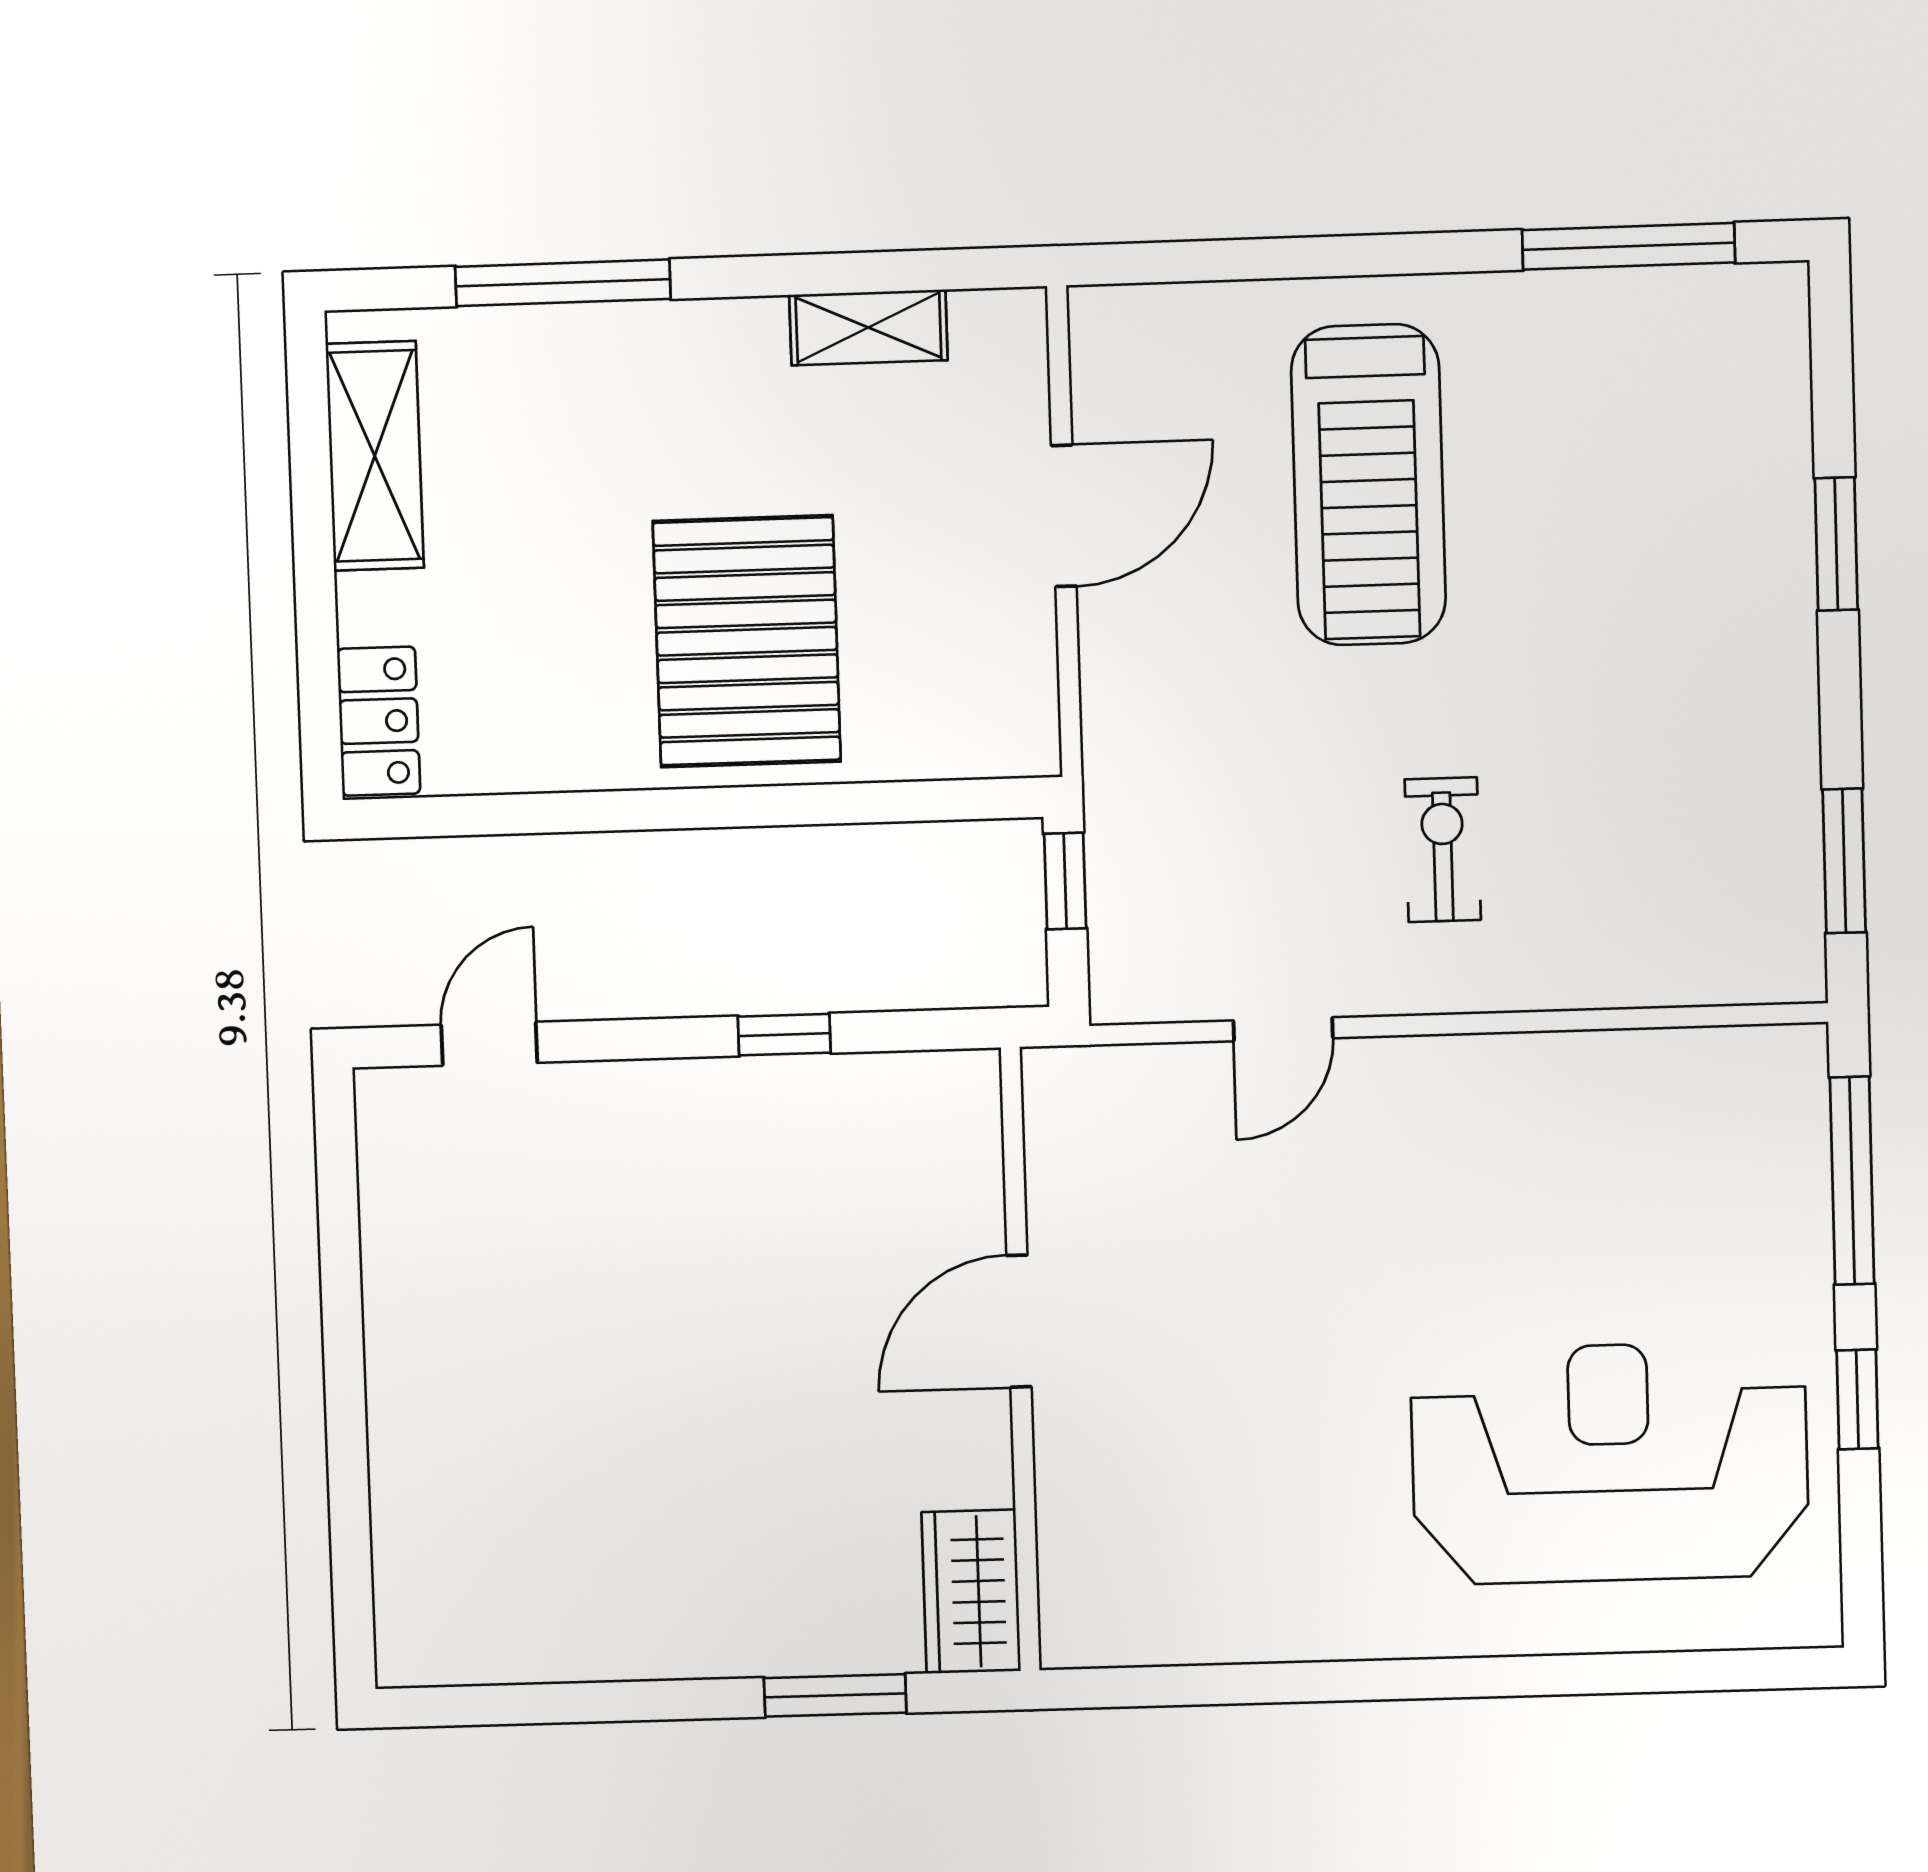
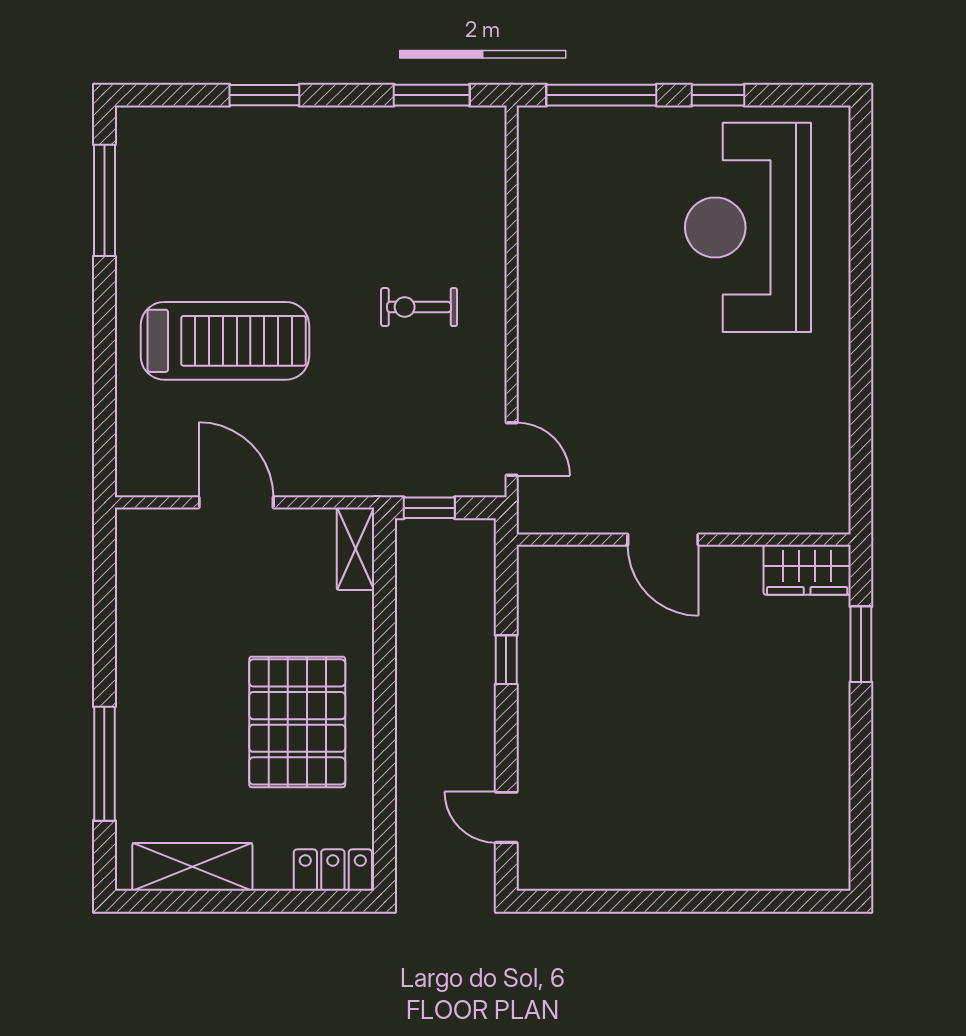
shelving: (868, 327) -> (355, 549), moved
pallet: (747, 641) -> (297, 722), moved, turned 90
door: (1283, 1029) -> (512, 449), moved

